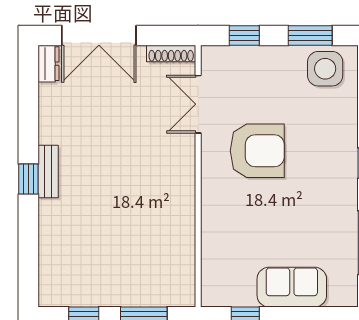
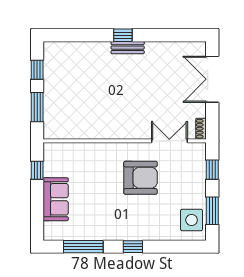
shoe rack: (171, 54) -> (201, 129), width x0.70
dresser: (48, 64) -> (195, 48), removed
armchair: (257, 151) -> (140, 178), turned -90

